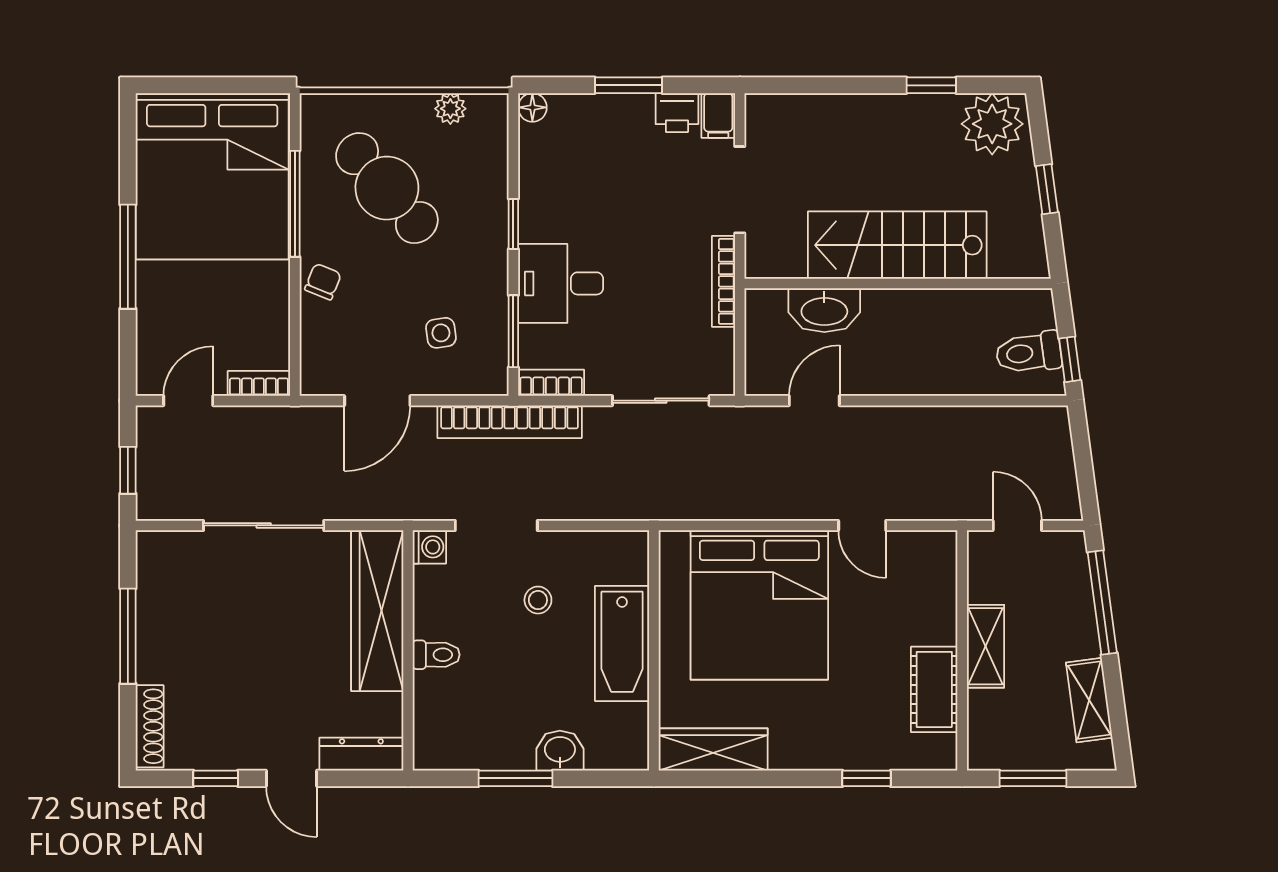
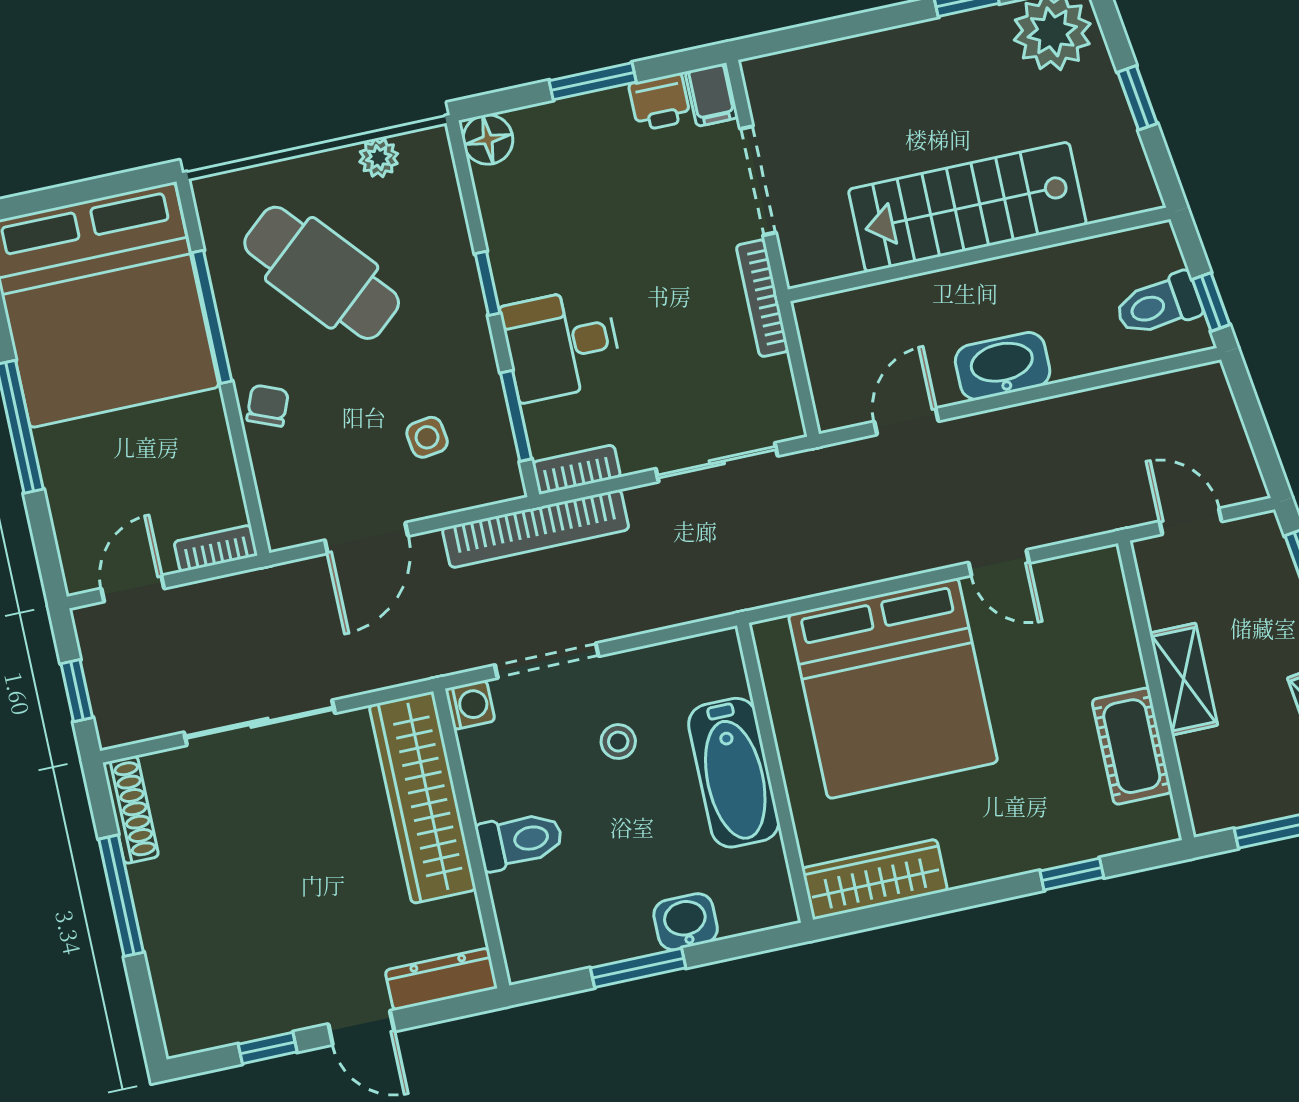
floor lamp: (532, 107) -> (488, 139), width x1.37, depth x1.37
washbasin: (824, 310) -> (1003, 366), moved, turned 180
toilet: (436, 655) -> (520, 841), width x1.37, depth x1.39
shoe rack: (150, 726) -> (131, 810), moved

